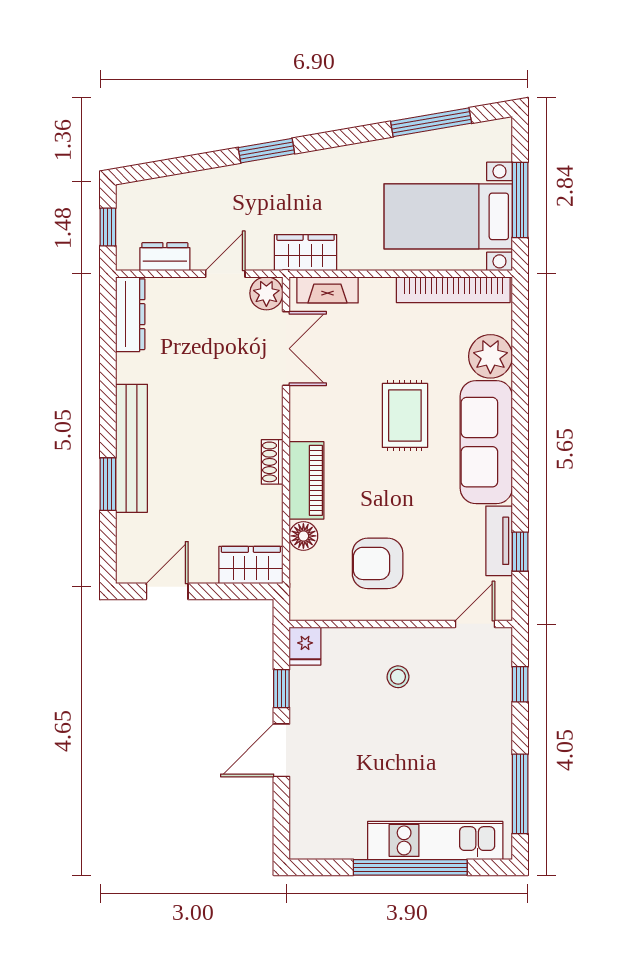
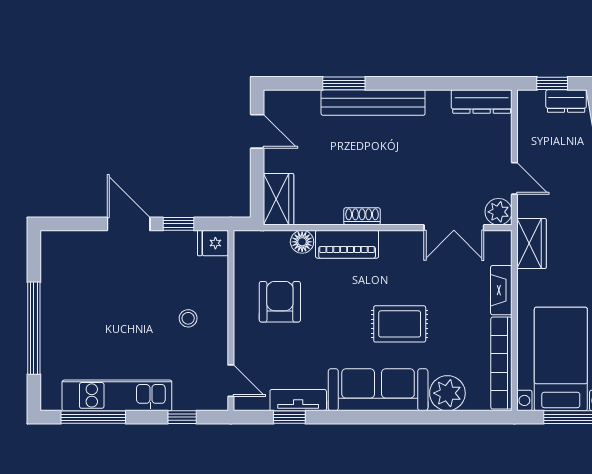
dresser: (165, 257) -> (566, 101), moved, turned 90
fireplace: (327, 290) -> (501, 290), moved
kitchen unit: (435, 840) -> (117, 395), moved, turned -90

